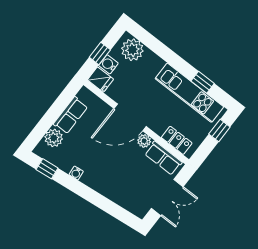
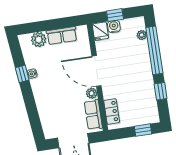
plant: (132, 50) -> (142, 35), width x0.53, depth x0.53
window: (163, 52) -> (154, 50), added
kitchen unit: (189, 93) -> (147, 90), removed
window: (47, 169) -> (22, 74), moved

